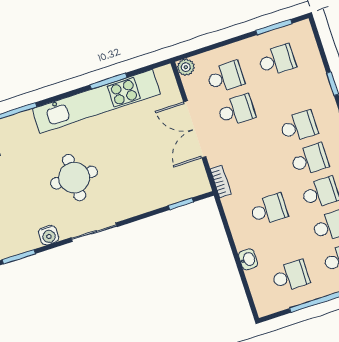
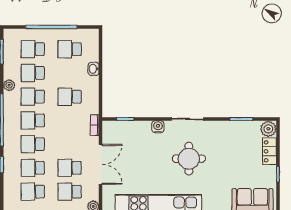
school desk: (288, 93) -> (33, 168), added
water cooler: (49, 235) -> (158, 127), moved

